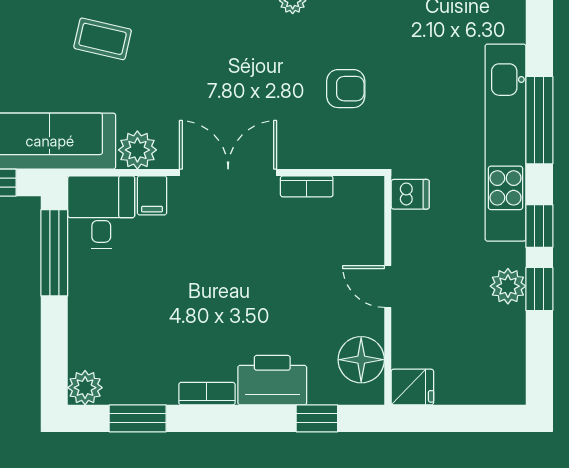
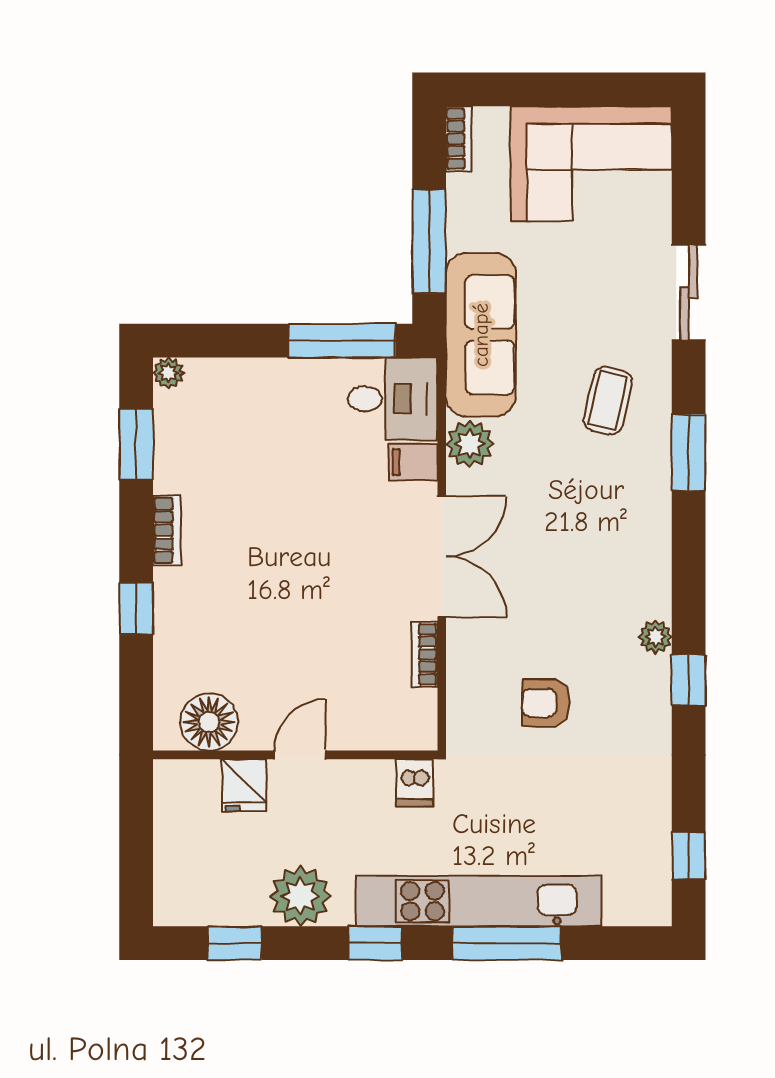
armchair: (346, 89) -> (546, 703), turned 90
plant: (508, 286) -> (300, 896), width x1.36, depth x1.36
window: (539, 289) -> (235, 943), moved
printer: (272, 380) -> (184, 611), removed
fridge: (412, 387) -> (244, 785), moved
plant: (85, 388) -> (169, 373), width x0.73, depth x0.73
window: (317, 418) -> (136, 608), moved

